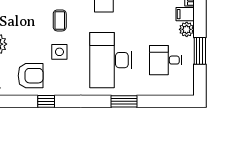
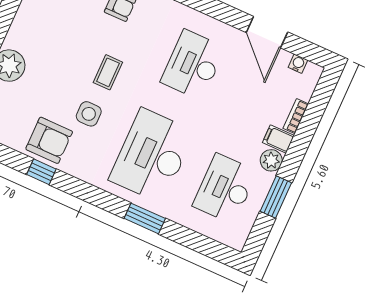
desk: (166, 60) -> (225, 189), width x1.37
armchair: (31, 76) -> (49, 140), moved

